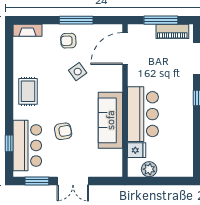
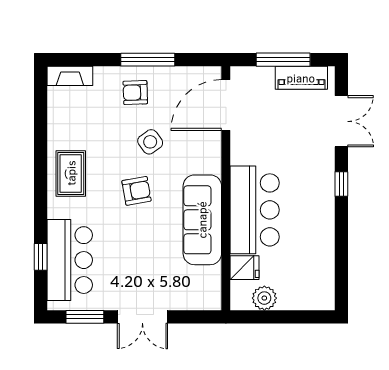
armchair: (63, 131) -> (136, 191), moved

